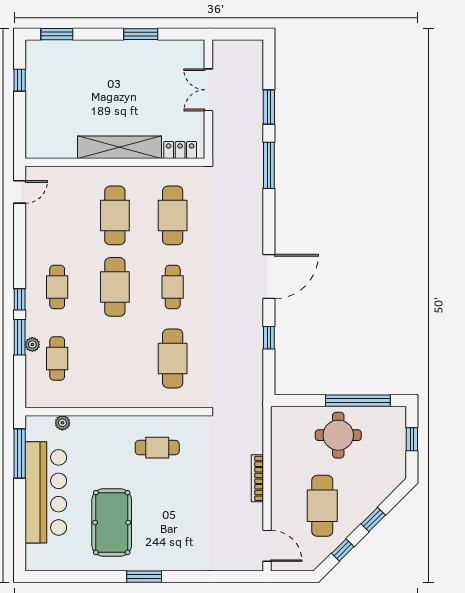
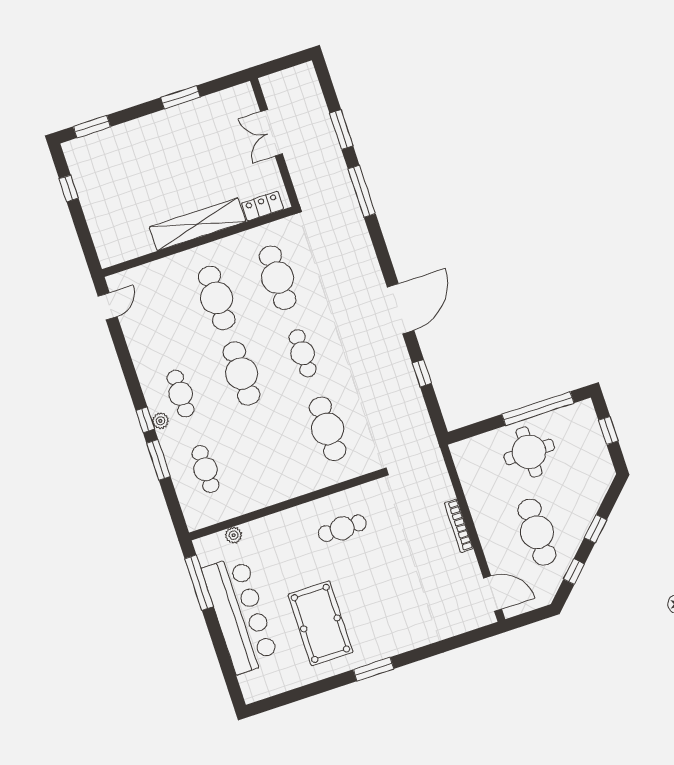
plant: (32, 344) -> (160, 421), moved

